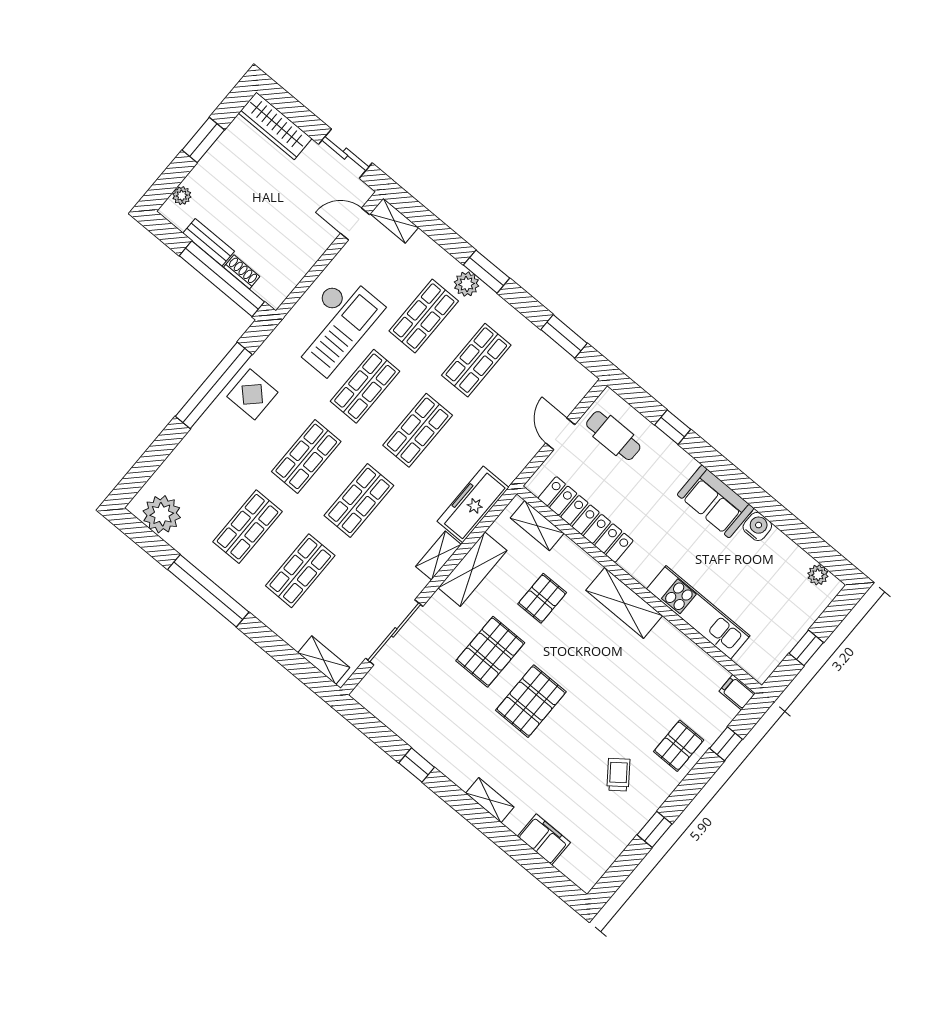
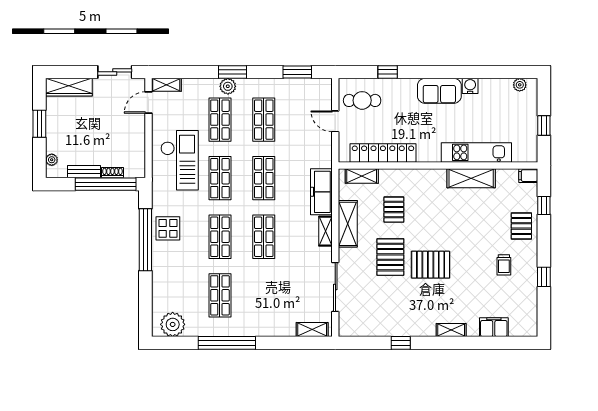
shop shelf: (300, 571) -> (264, 295), removed
shelving: (624, 603) -> (471, 178), moved
pallet: (531, 701) -> (431, 265), turned 90
trolley: (618, 775) -> (504, 265), turned -143

